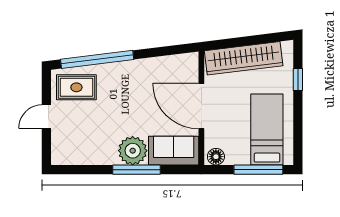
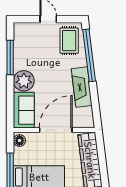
fireplace: (141, 70) -> (82, 87), added
window: (136, 170) -> (10, 58), moved

